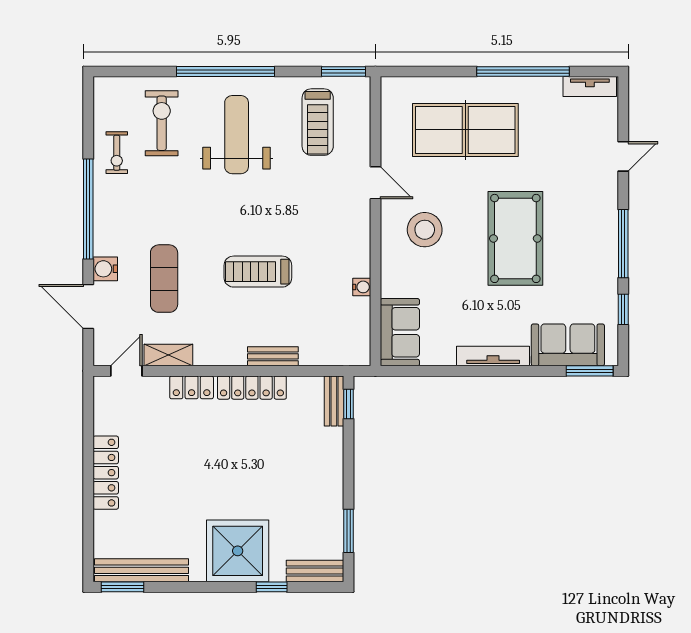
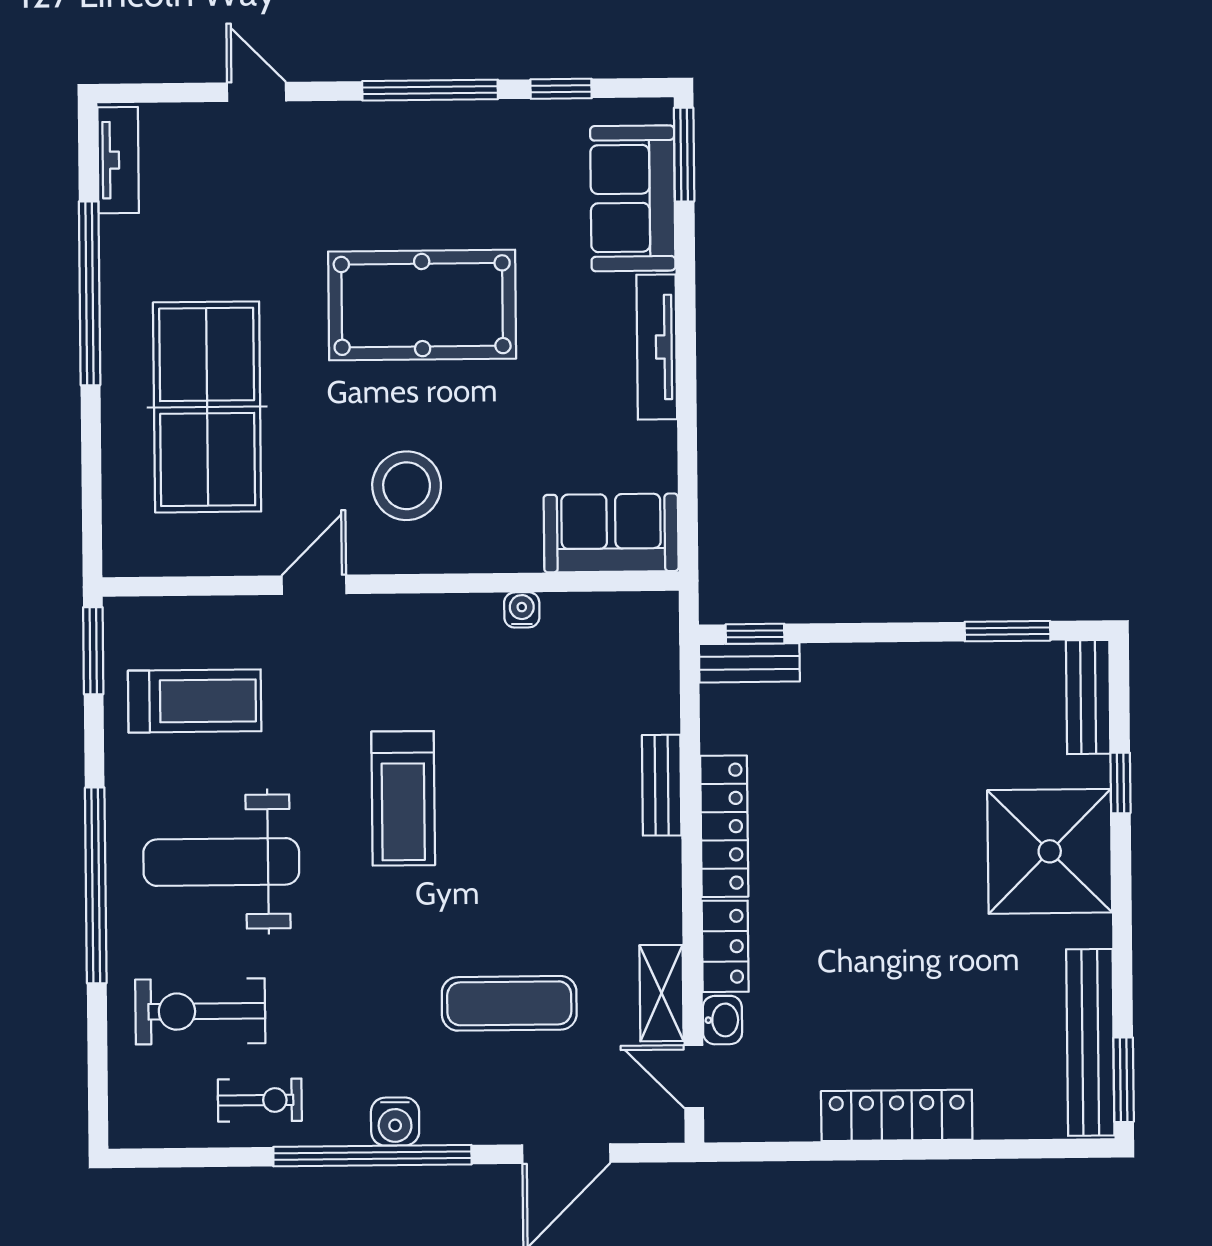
water cooler: (105, 269) -> (395, 1122), moved
treadmill: (258, 272) -> (403, 798), moved
washbasin: (155, 386) -> (722, 1020), added

